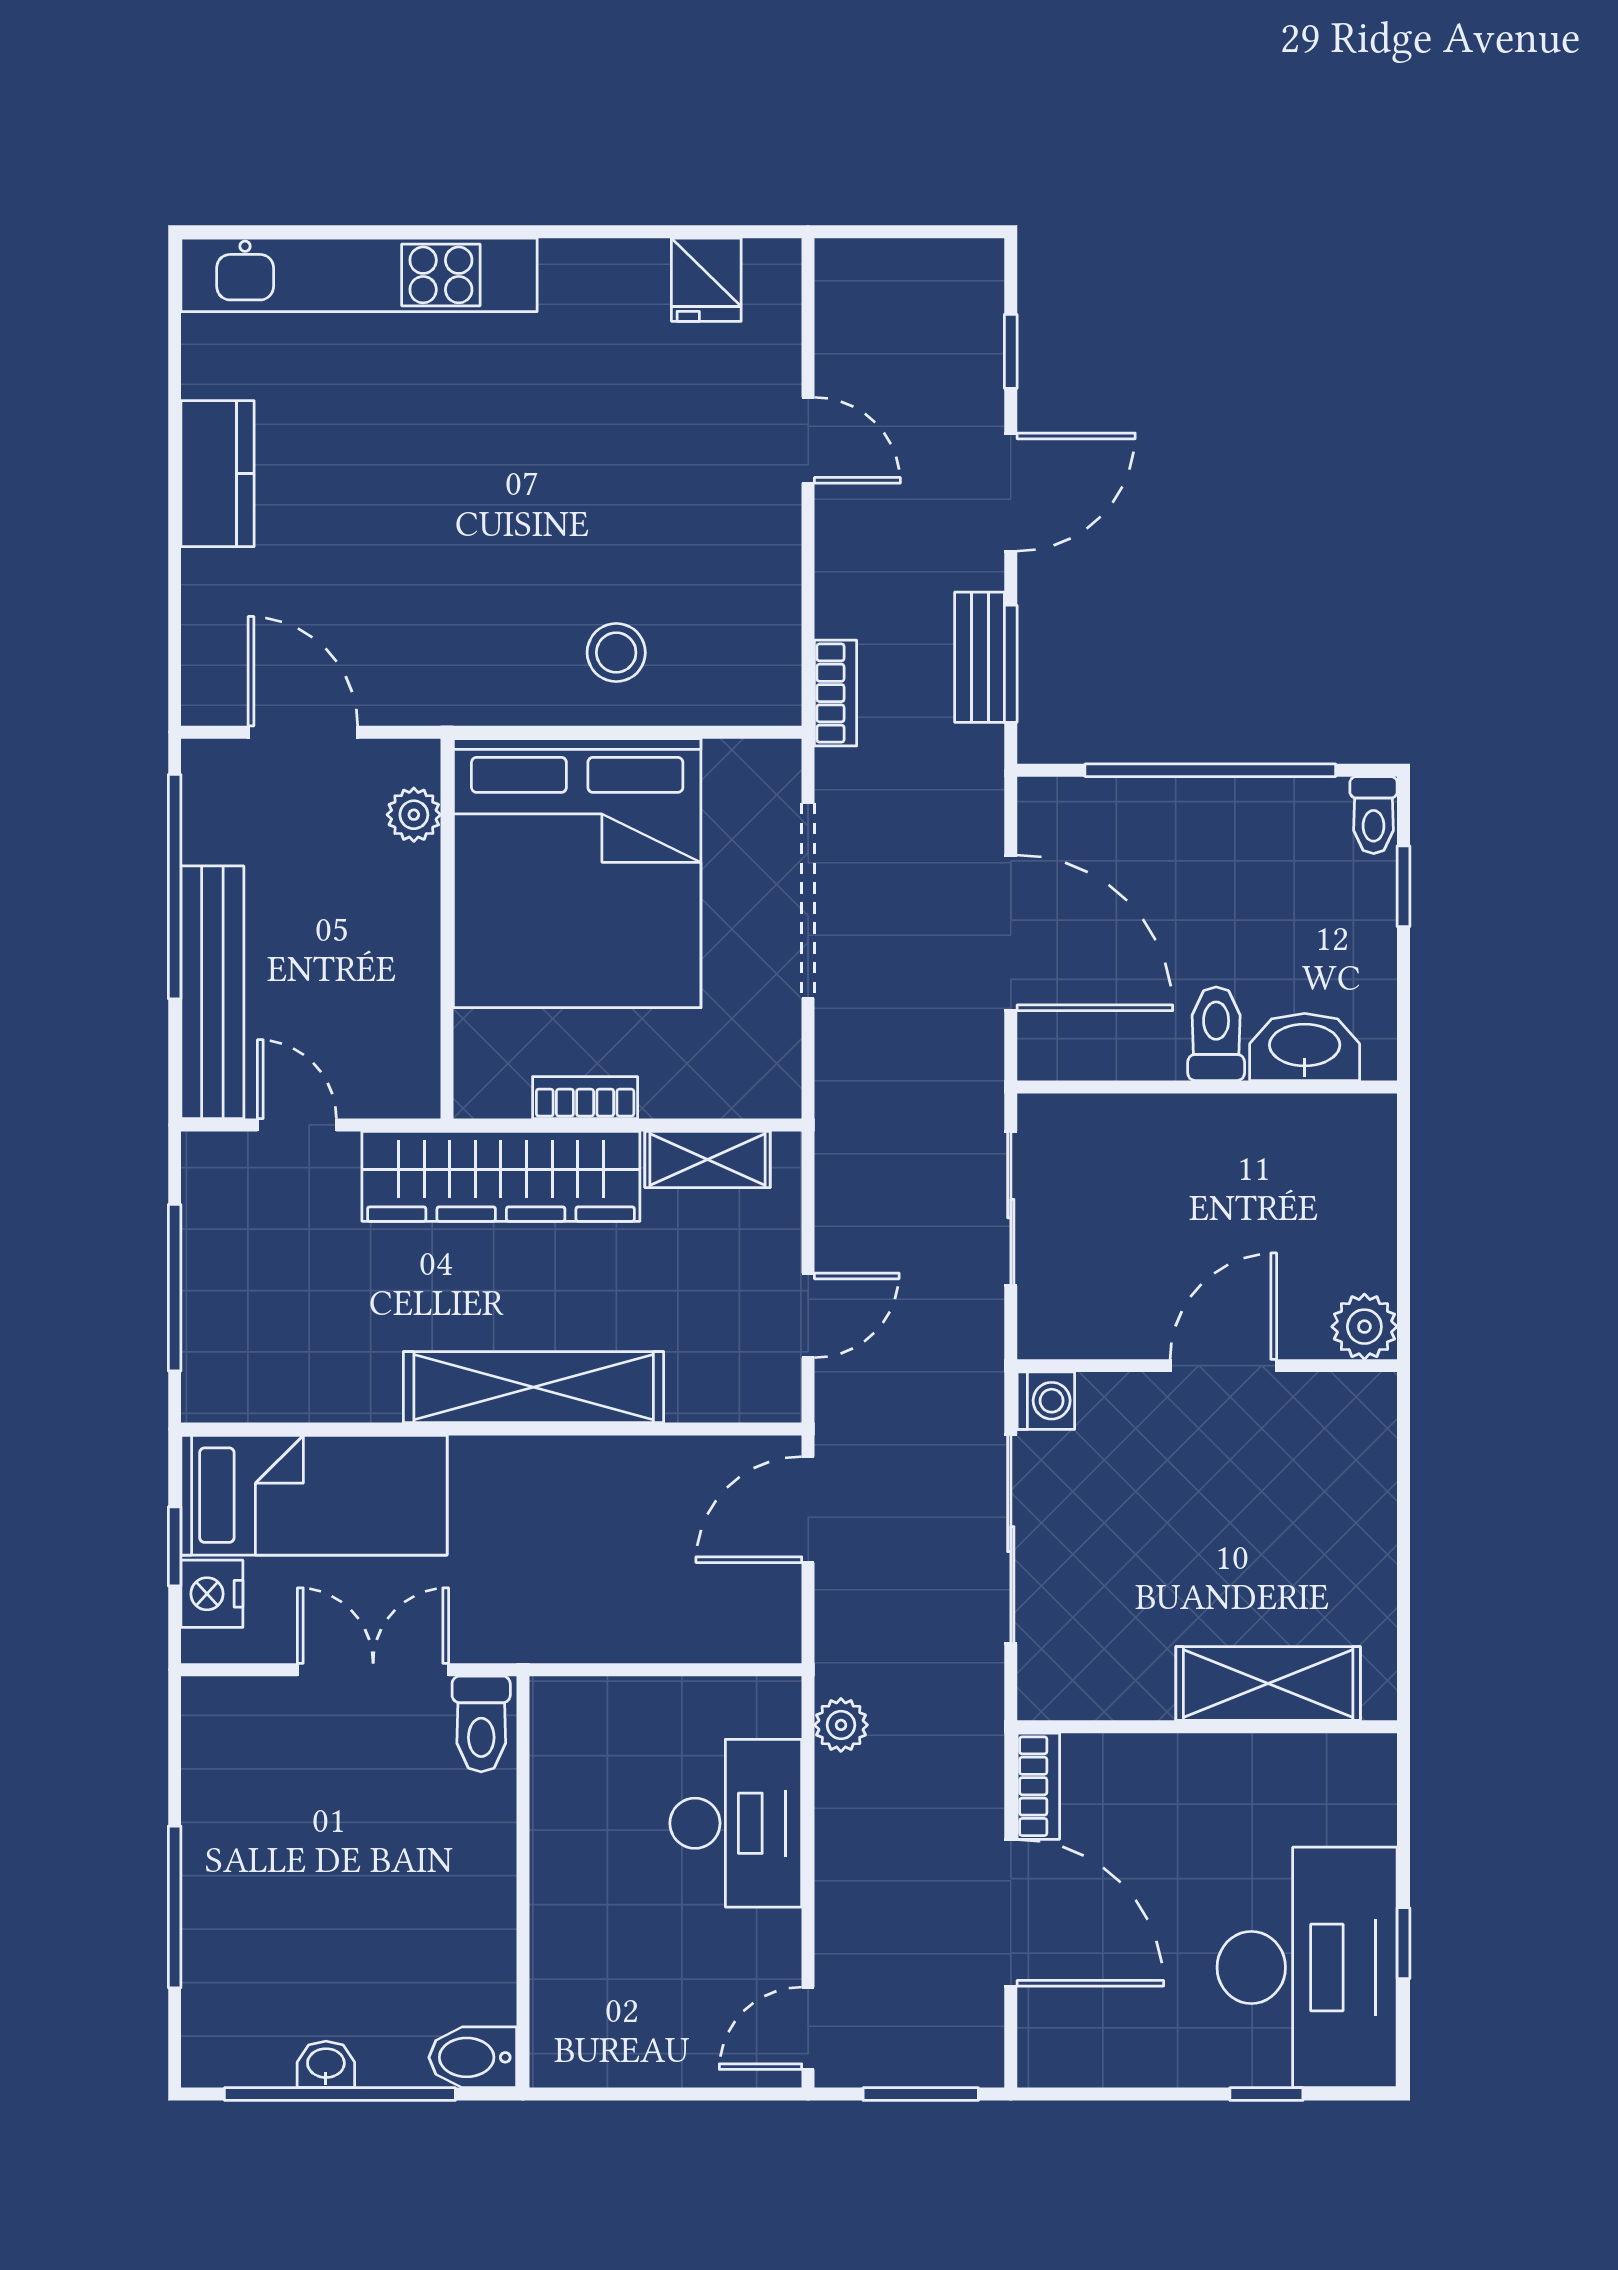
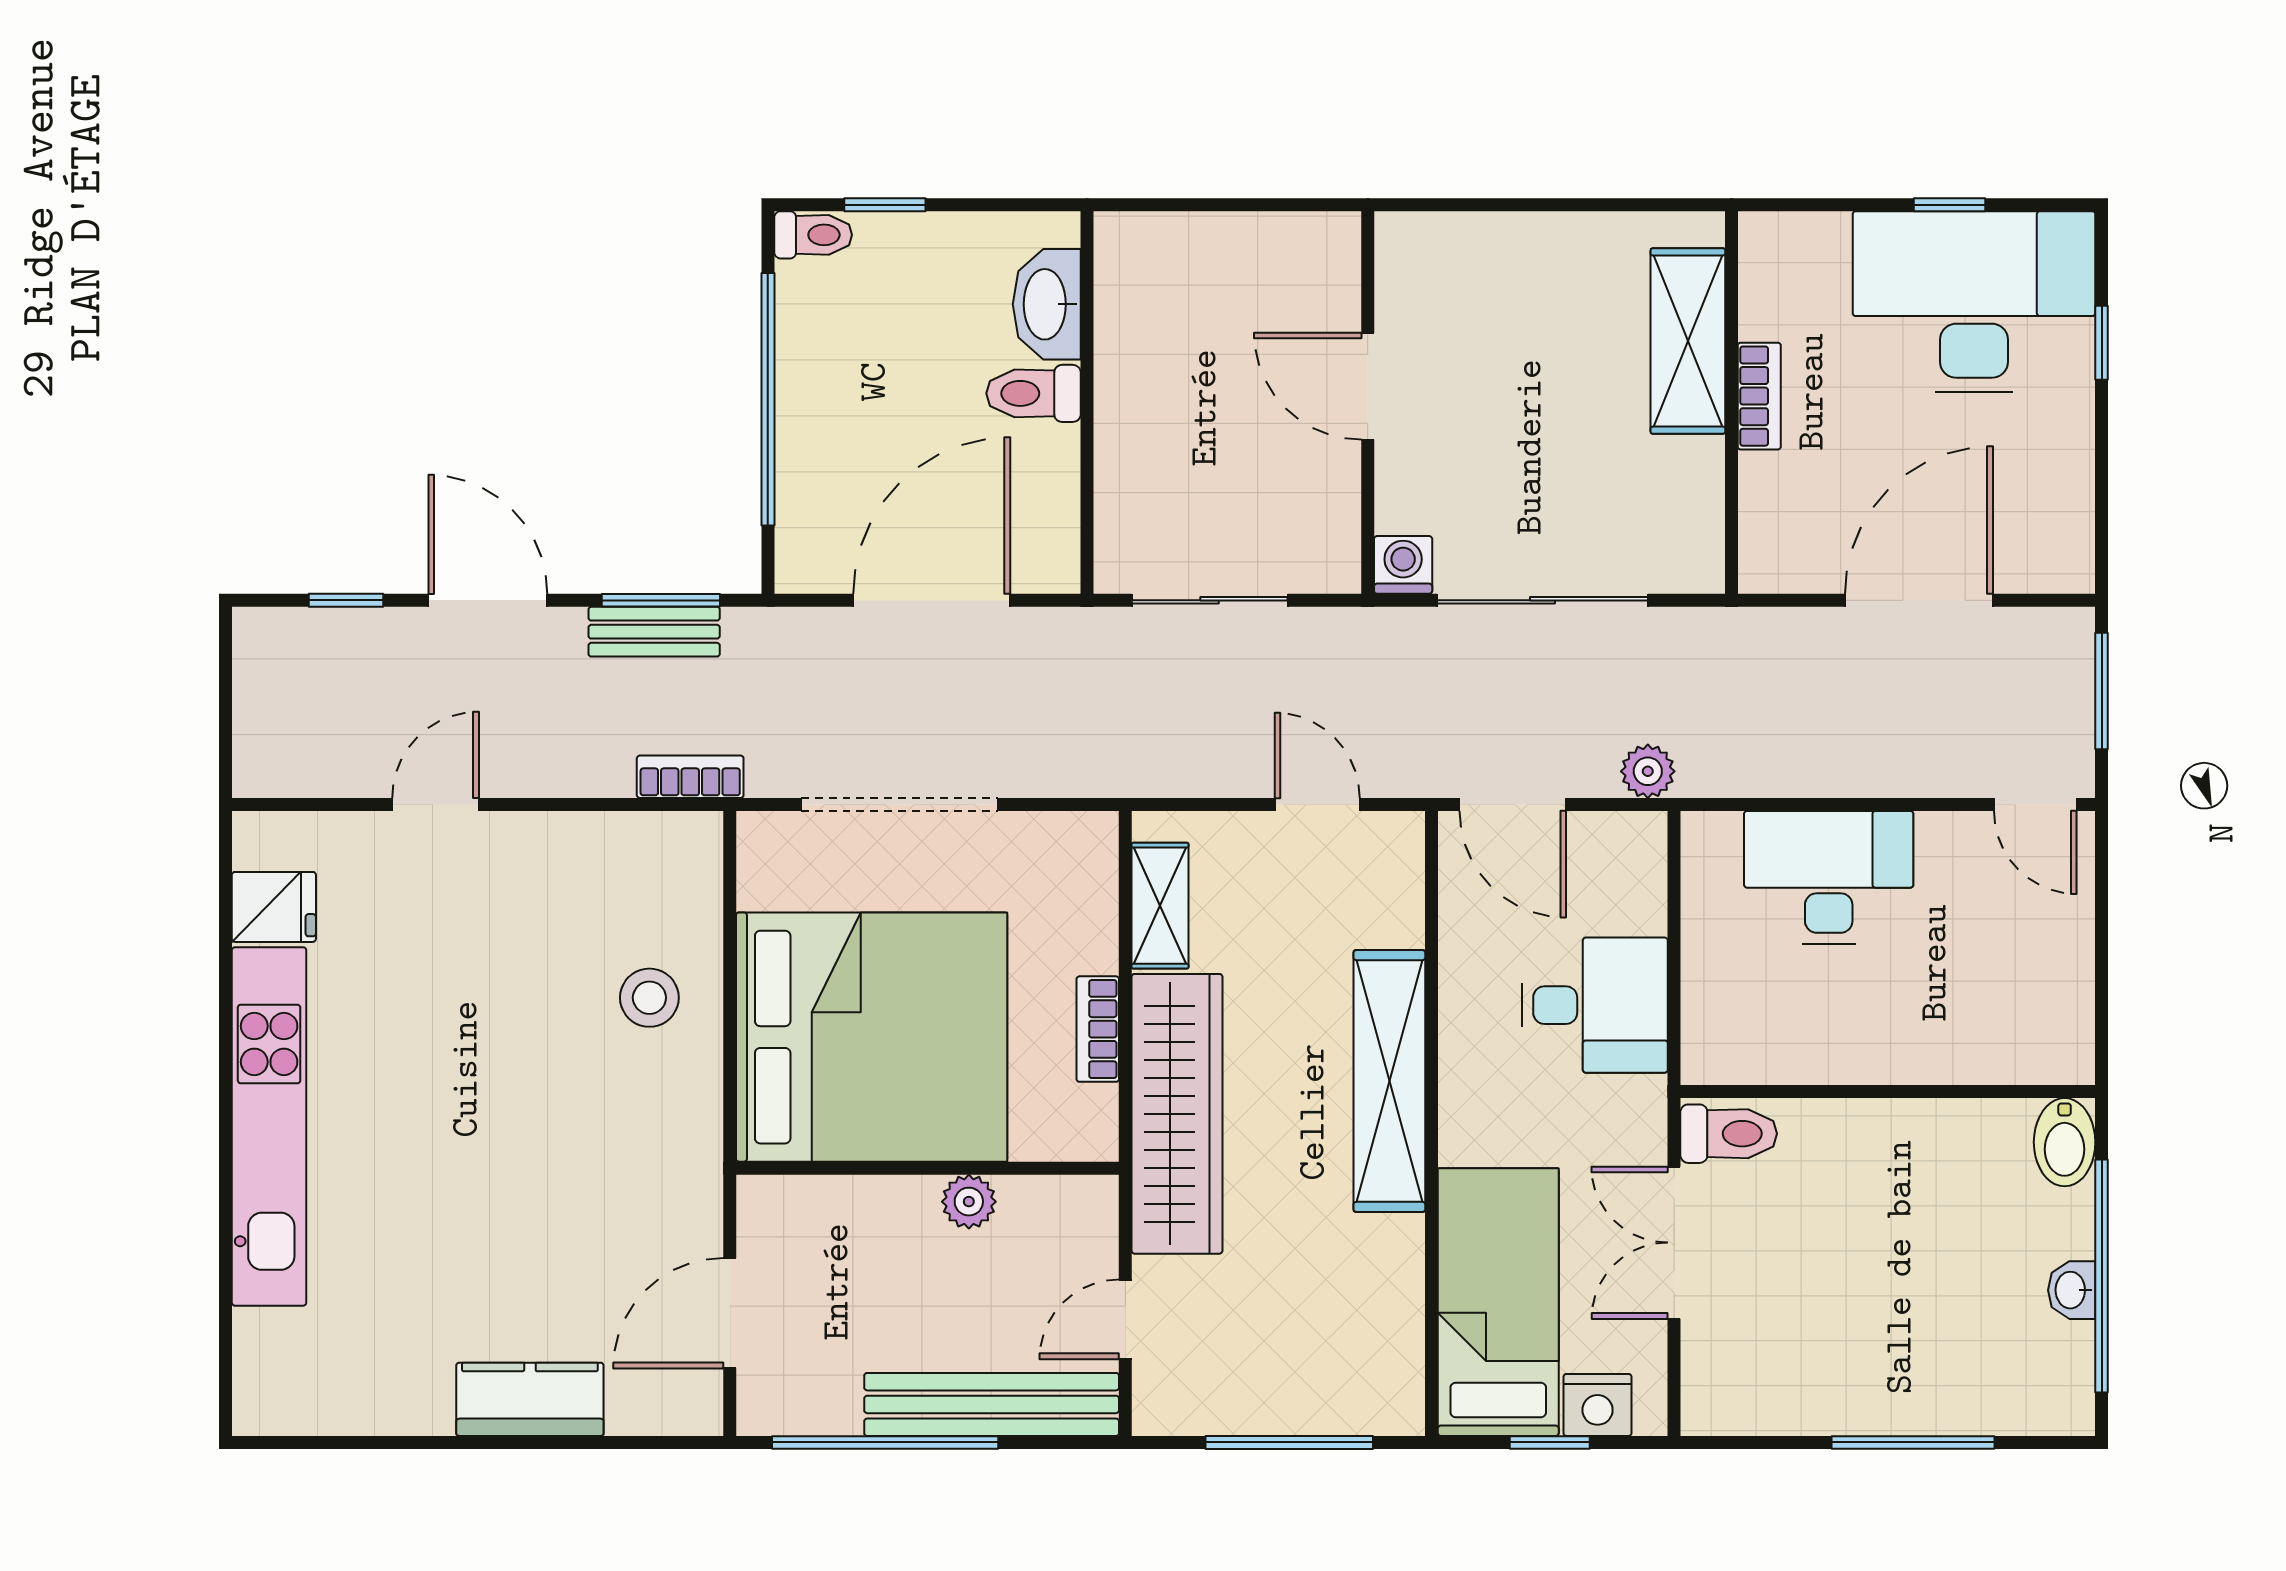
kitchen unit: (359, 275) -> (269, 1126), moved
kitchen counter: (217, 474) -> (530, 1399), moved
plant: (414, 815) -> (969, 1202), moved
plant: (1364, 1327) -> (1328, 244), removed
desk: (609, 1591) -> (1595, 1005), added
plant: (841, 1725) -> (1648, 771), moved
bookcase: (1038, 1786) -> (1759, 396), moved, turned 90

